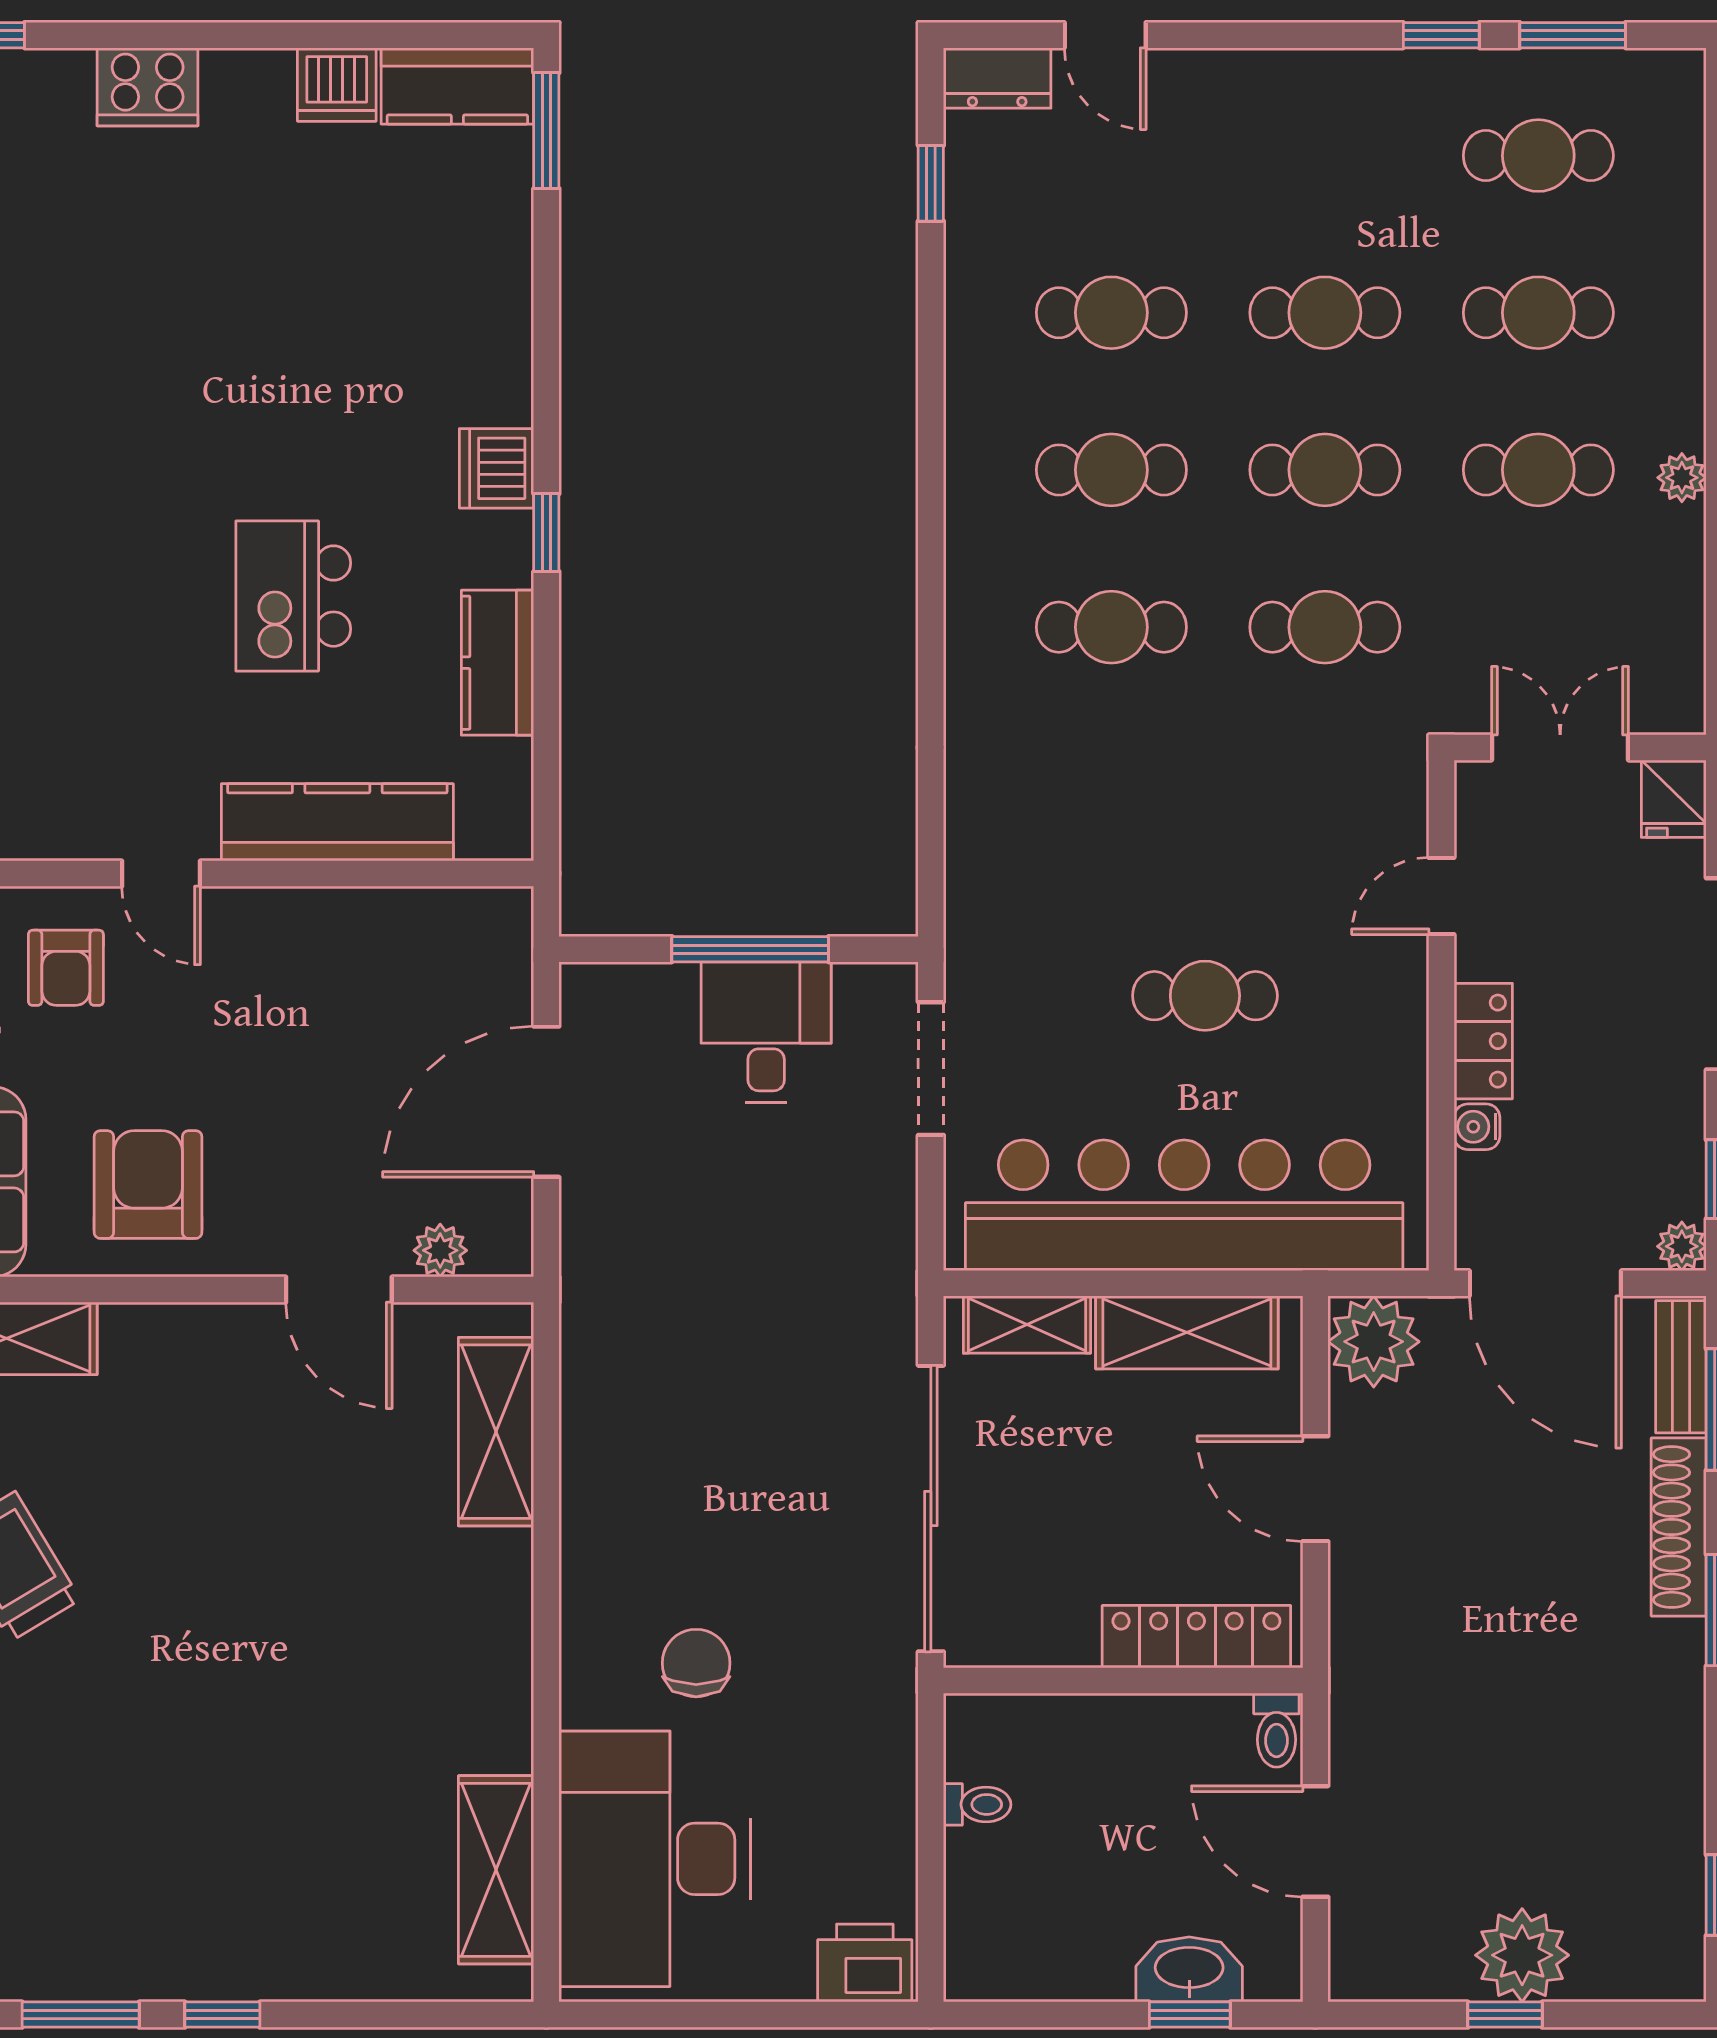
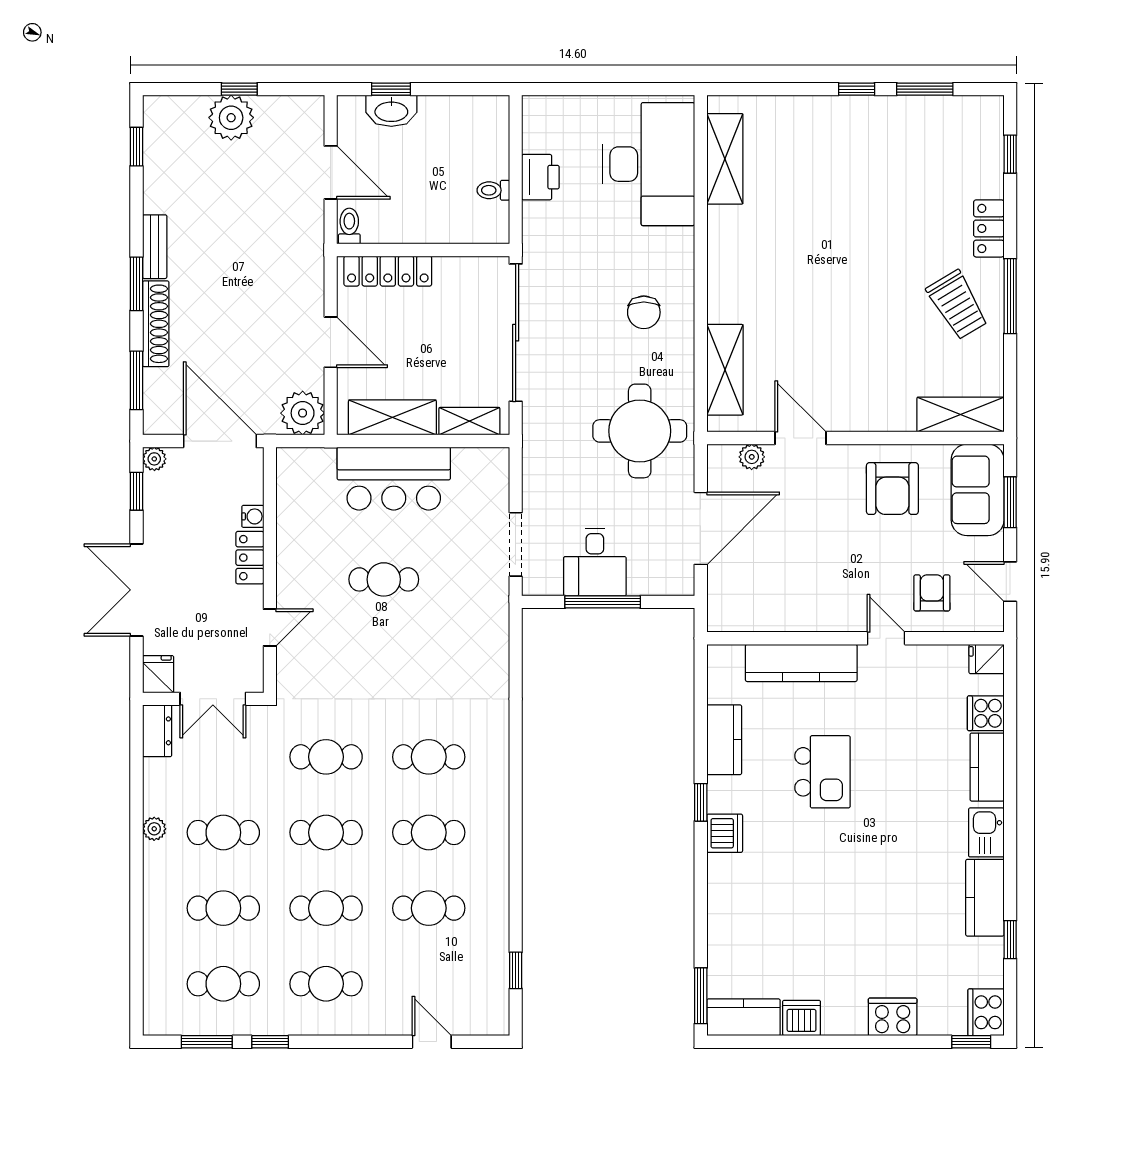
dresser: (997, 78) -> (157, 731), moved, turned 90
cafe table: (1325, 156) -> (326, 984), added
bar counter: (1184, 1205) -> (394, 479), width x0.54
round table: (673, 1304) -> (640, 431), added
bench: (1681, 1367) -> (155, 247), moved
chair: (696, 1663) -> (644, 312), moved
printer: (865, 1963) -> (540, 177), moved, turned -90

